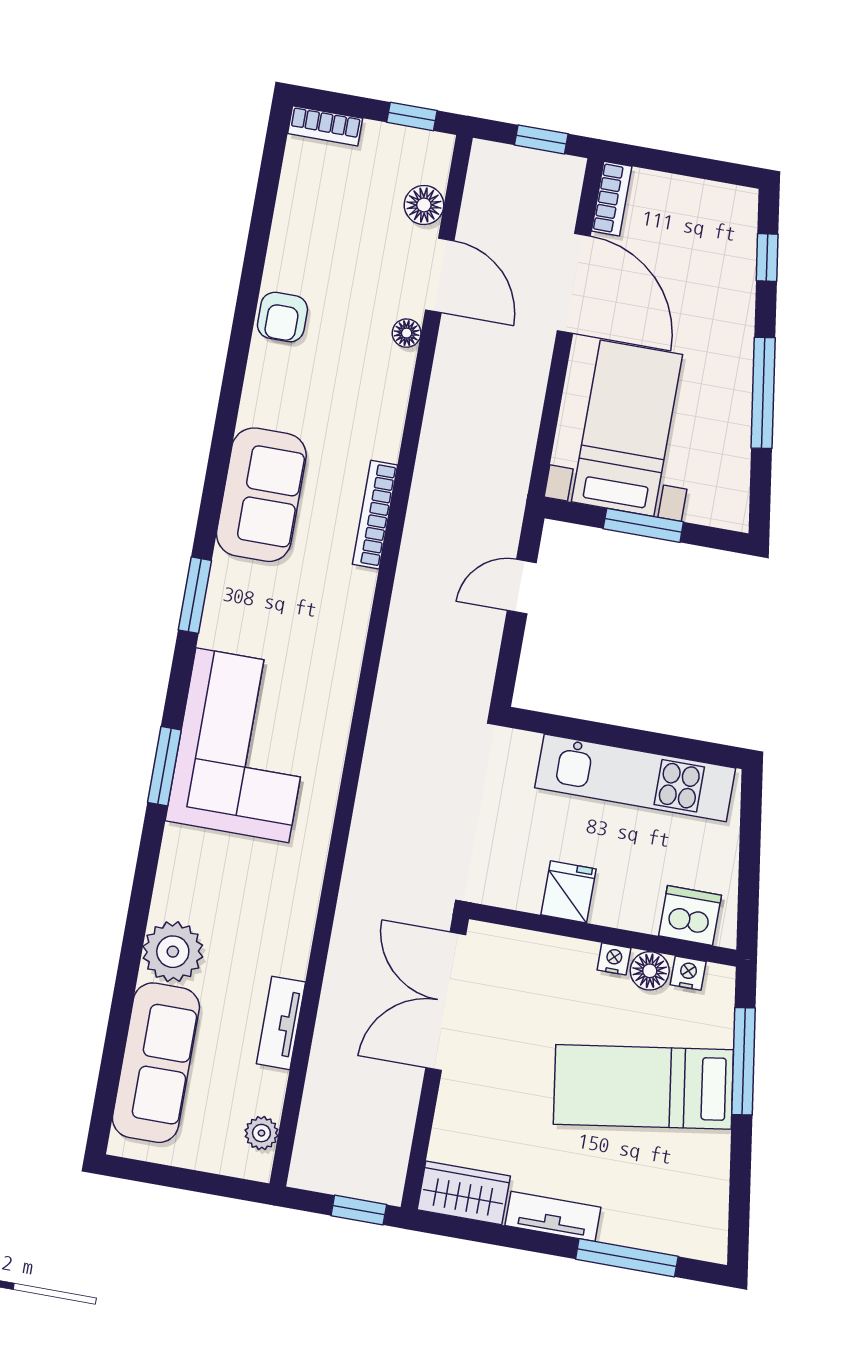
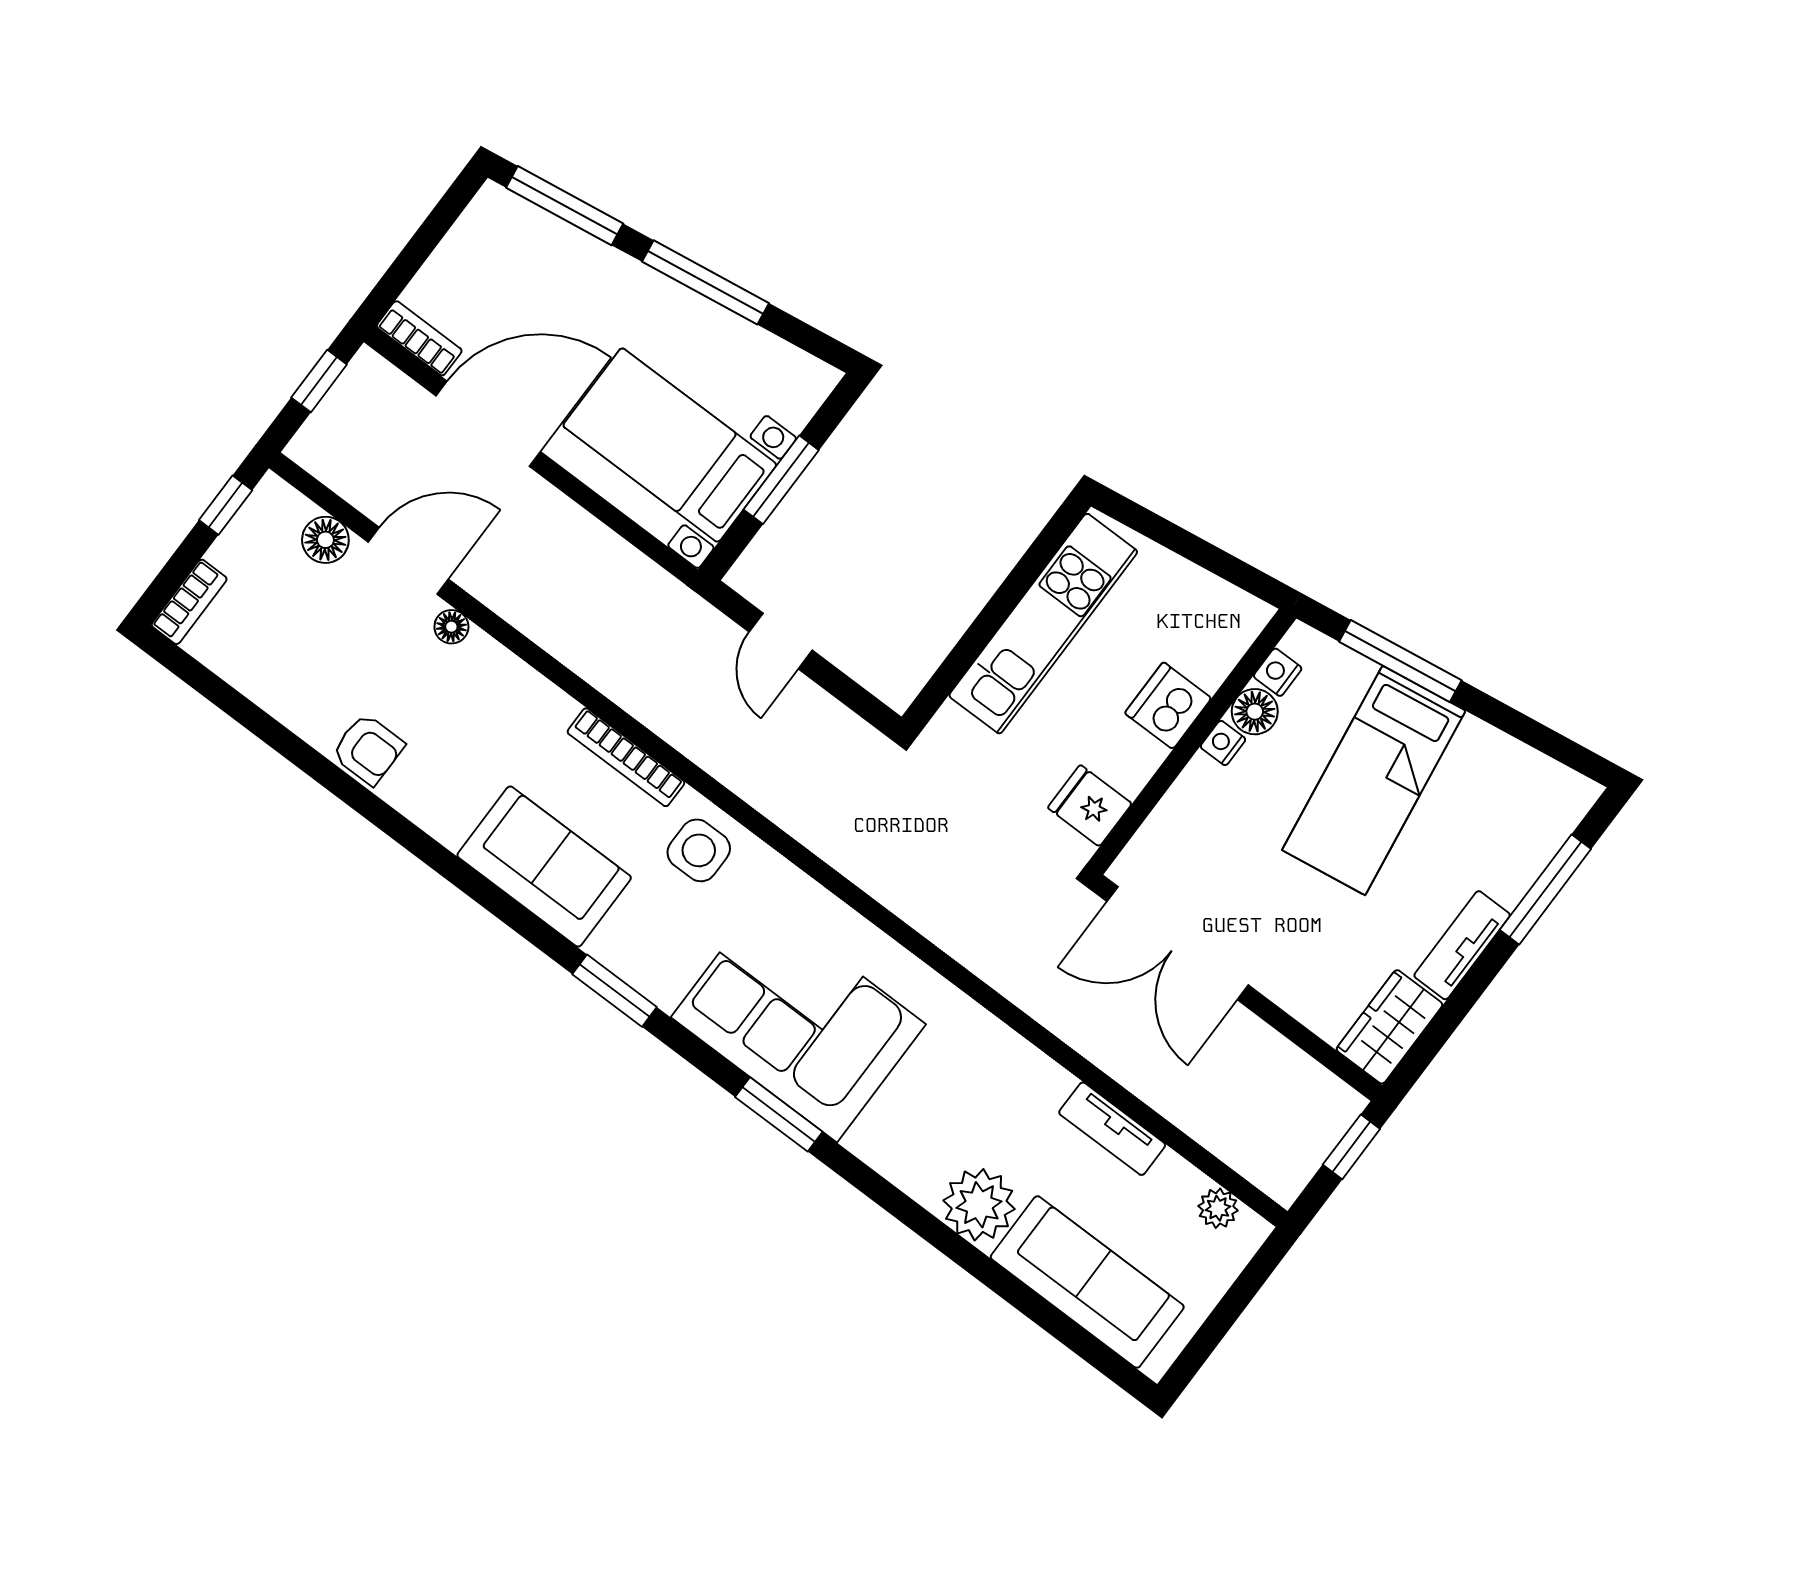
window: (767, 257) -> (565, 206), width x2.17
side table: (333, 605) -> (699, 850), added
fridge: (568, 892) -> (1090, 806), moved
dishwasher: (690, 916) -> (1168, 706), moved

